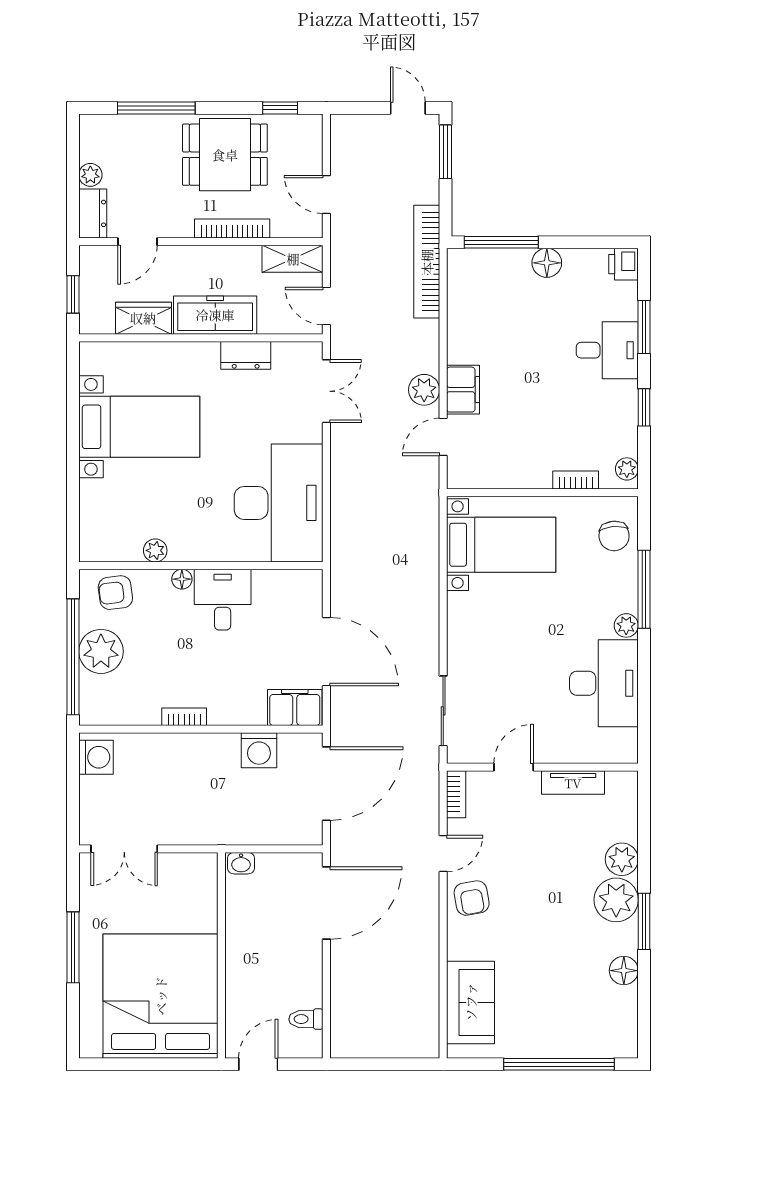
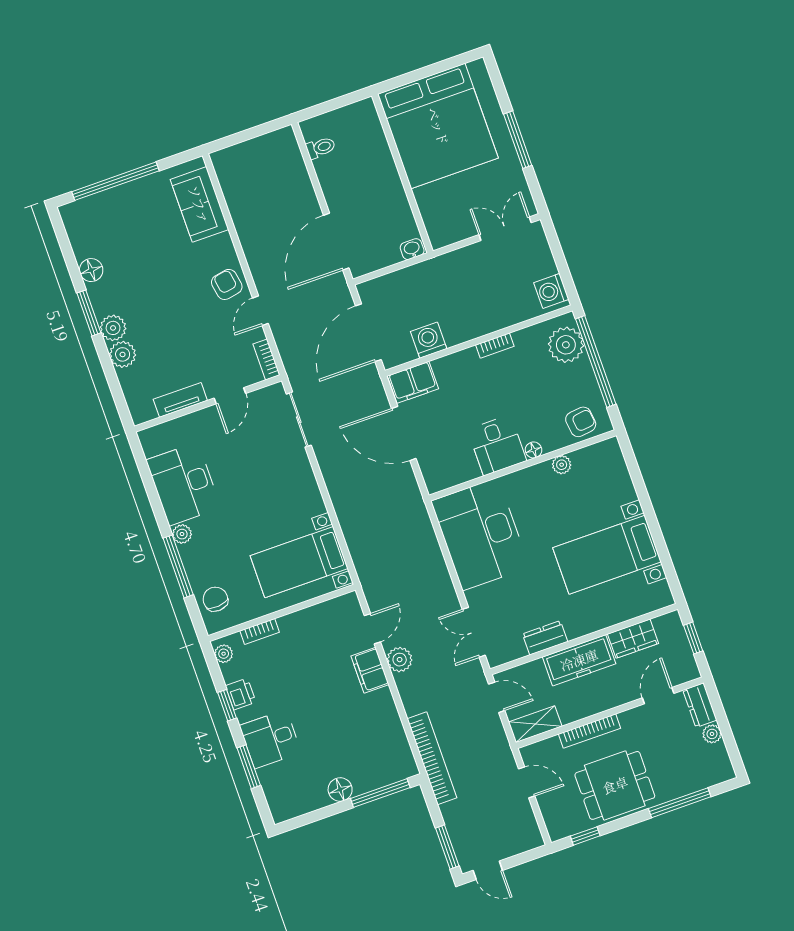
printer: (624, 264) -> (241, 694), moved
plant: (101, 651) -> (566, 345), moved
plant: (616, 900) -> (113, 328), width x0.73, depth x0.73
door: (258, 1064) -> (345, 100), removed

